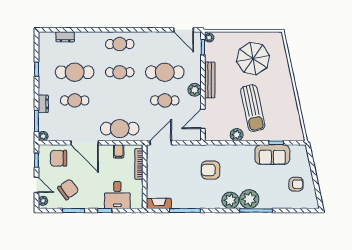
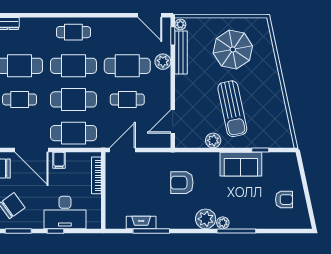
cafe table: (120, 72) -> (73, 66), width x1.37, depth x1.35
bench: (210, 80) -> (181, 53), moved
plant: (195, 90) -> (163, 62), moved
cafe table: (120, 100) -> (73, 99), added
filing cabinet: (119, 151) -> (59, 160), moved
sofa: (272, 155) -> (241, 164), moved
desk: (117, 195) -> (65, 212), width x1.37
plant: (249, 199) -> (223, 223), width x0.53, depth x0.53
fireplace: (159, 203) -> (141, 223), moved

